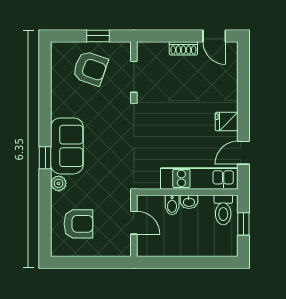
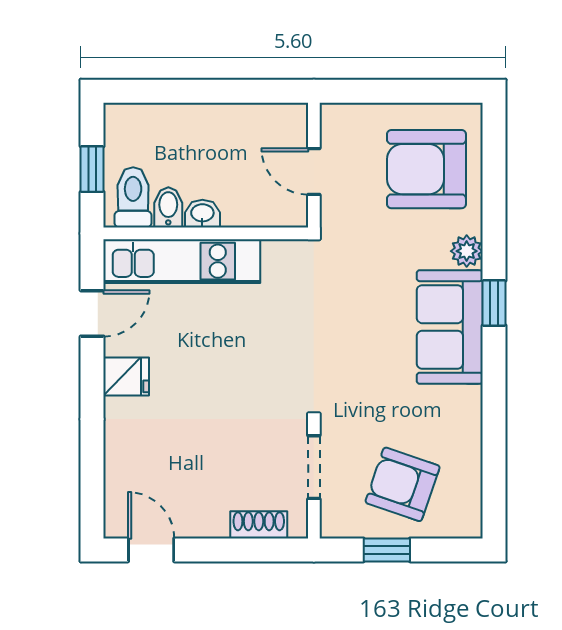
shoe rack: (183, 48) -> (259, 525), moved
bidet: (172, 205) -> (168, 207), moved
armchair: (78, 224) -> (426, 169), width x1.36, depth x1.36

